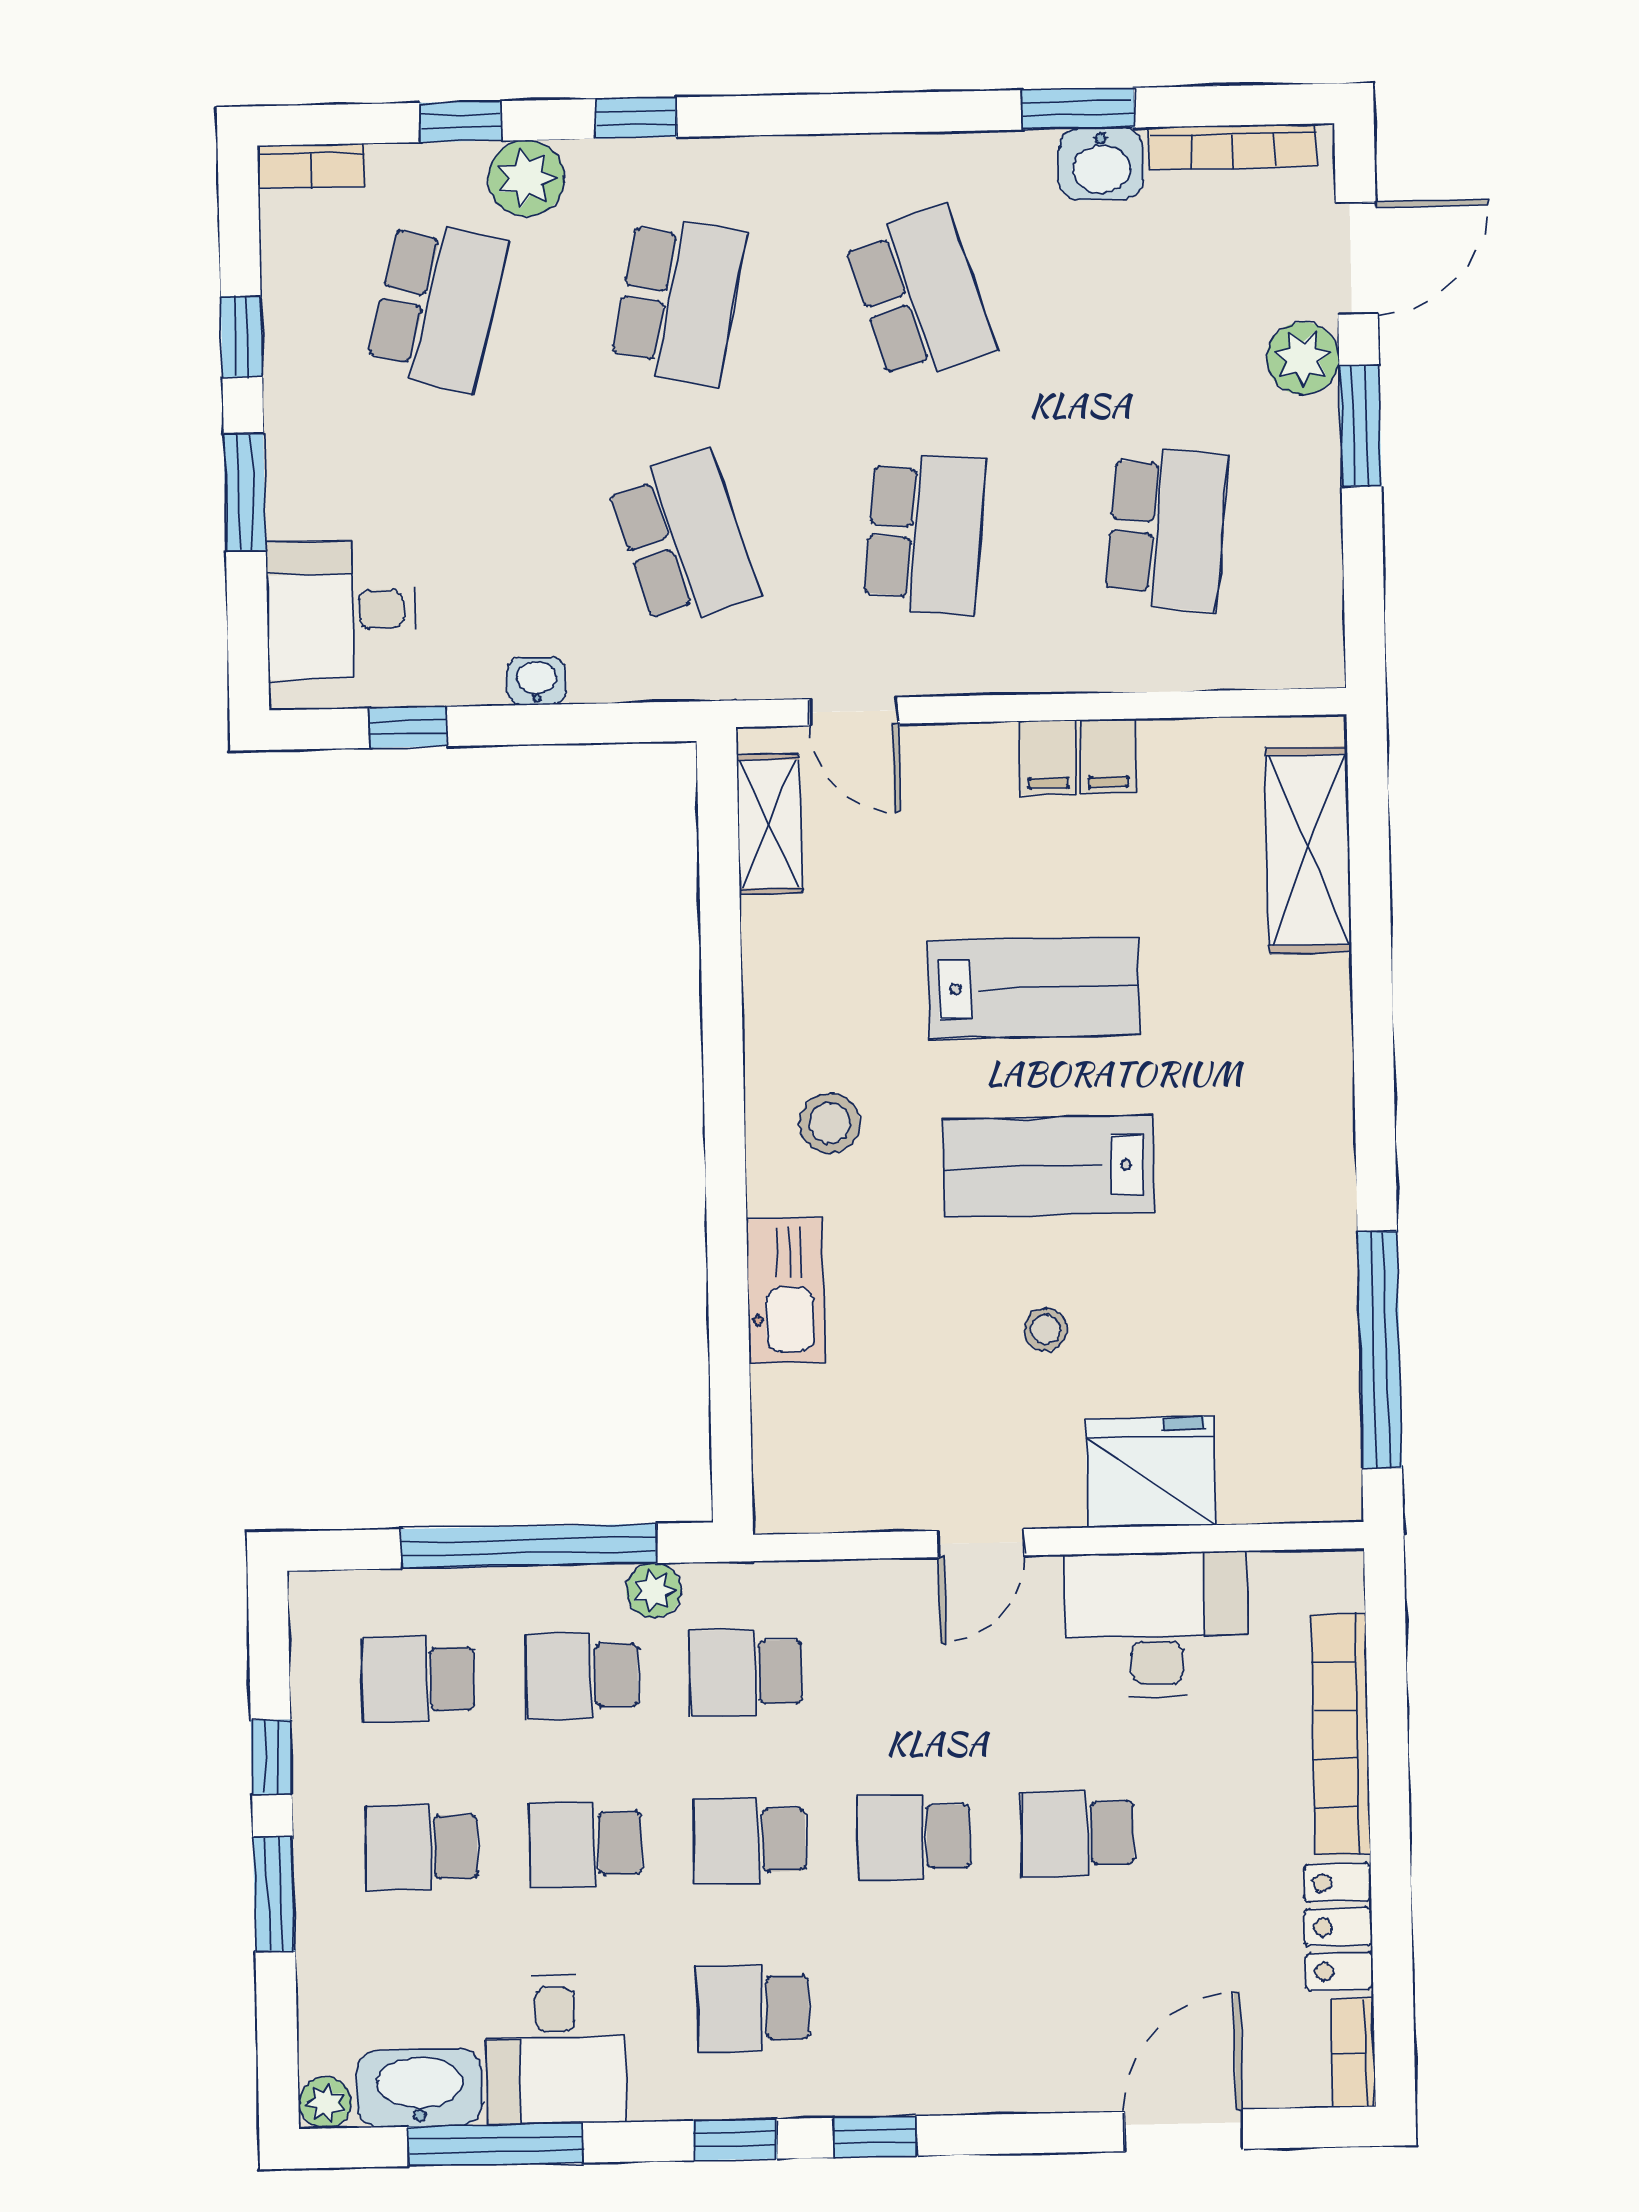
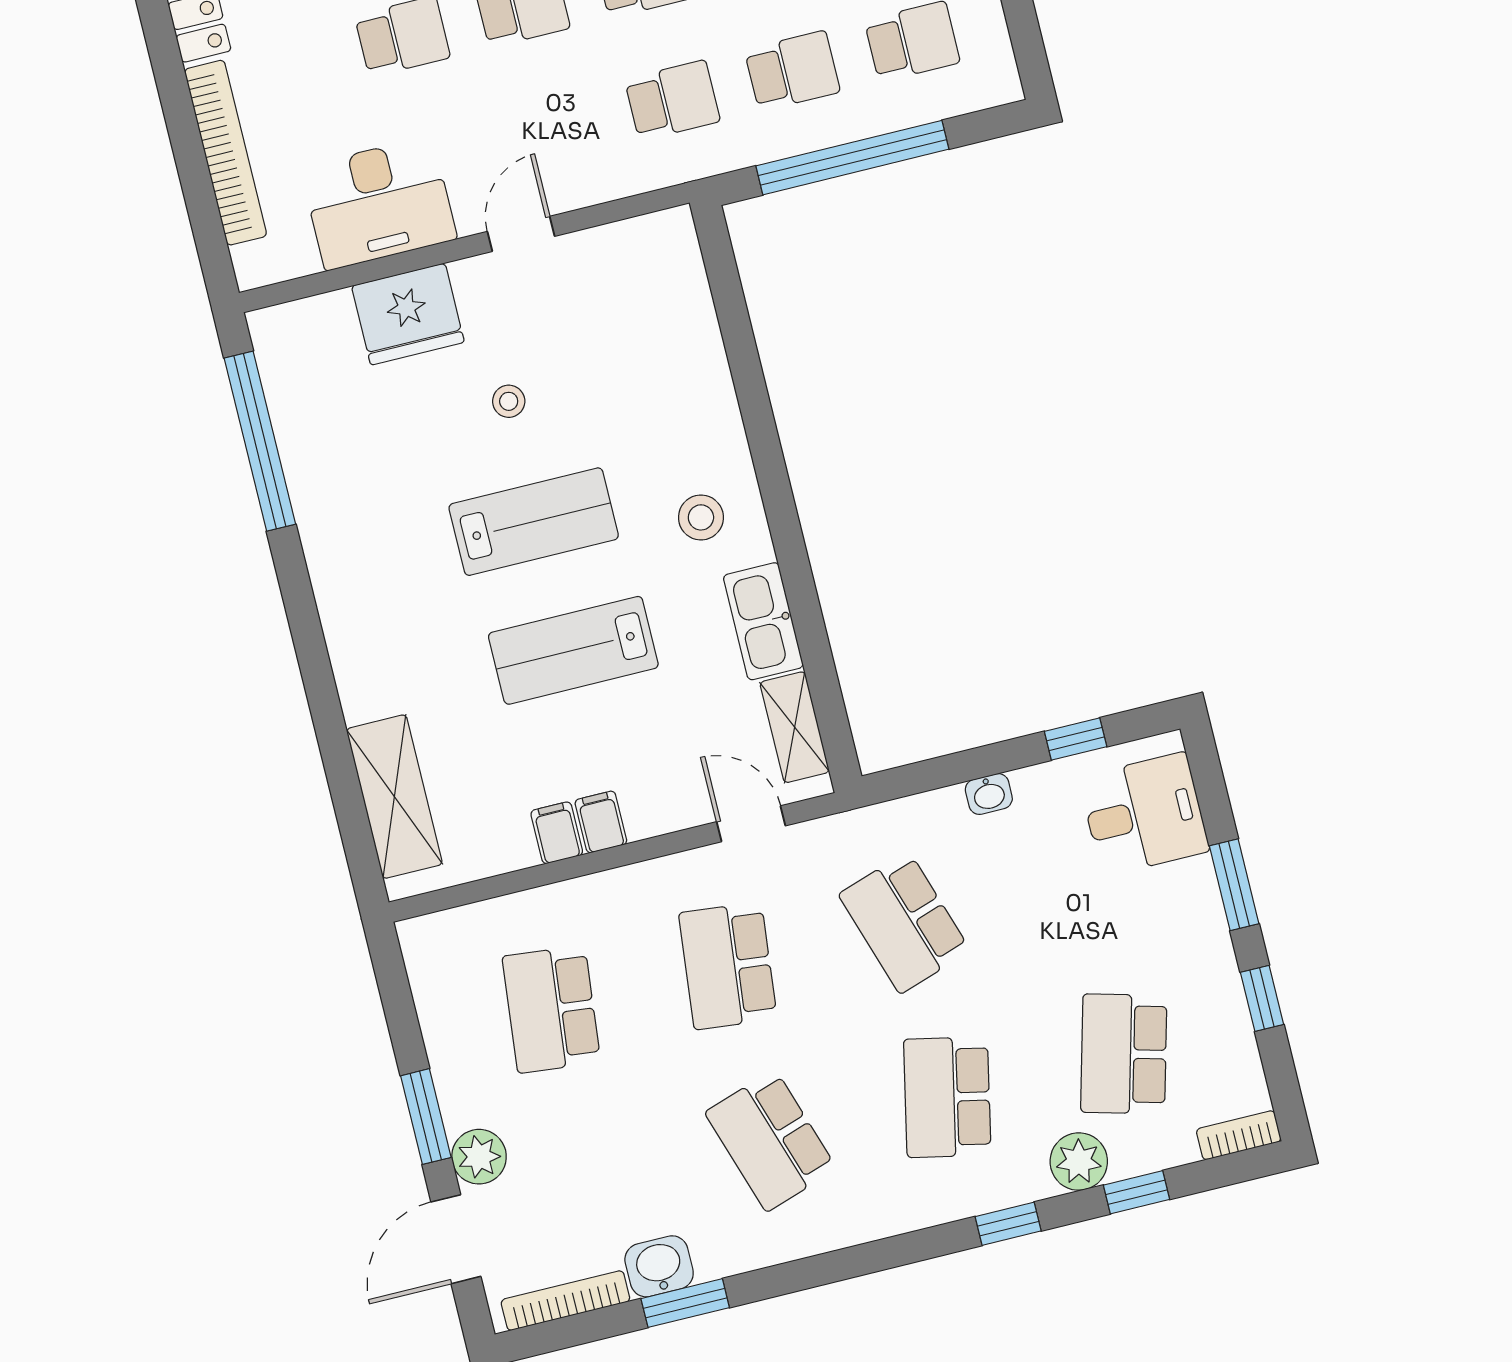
kitchen sink: (786, 1291) -> (763, 621), moved
plant: (654, 1591) -> (754, 145), removed

